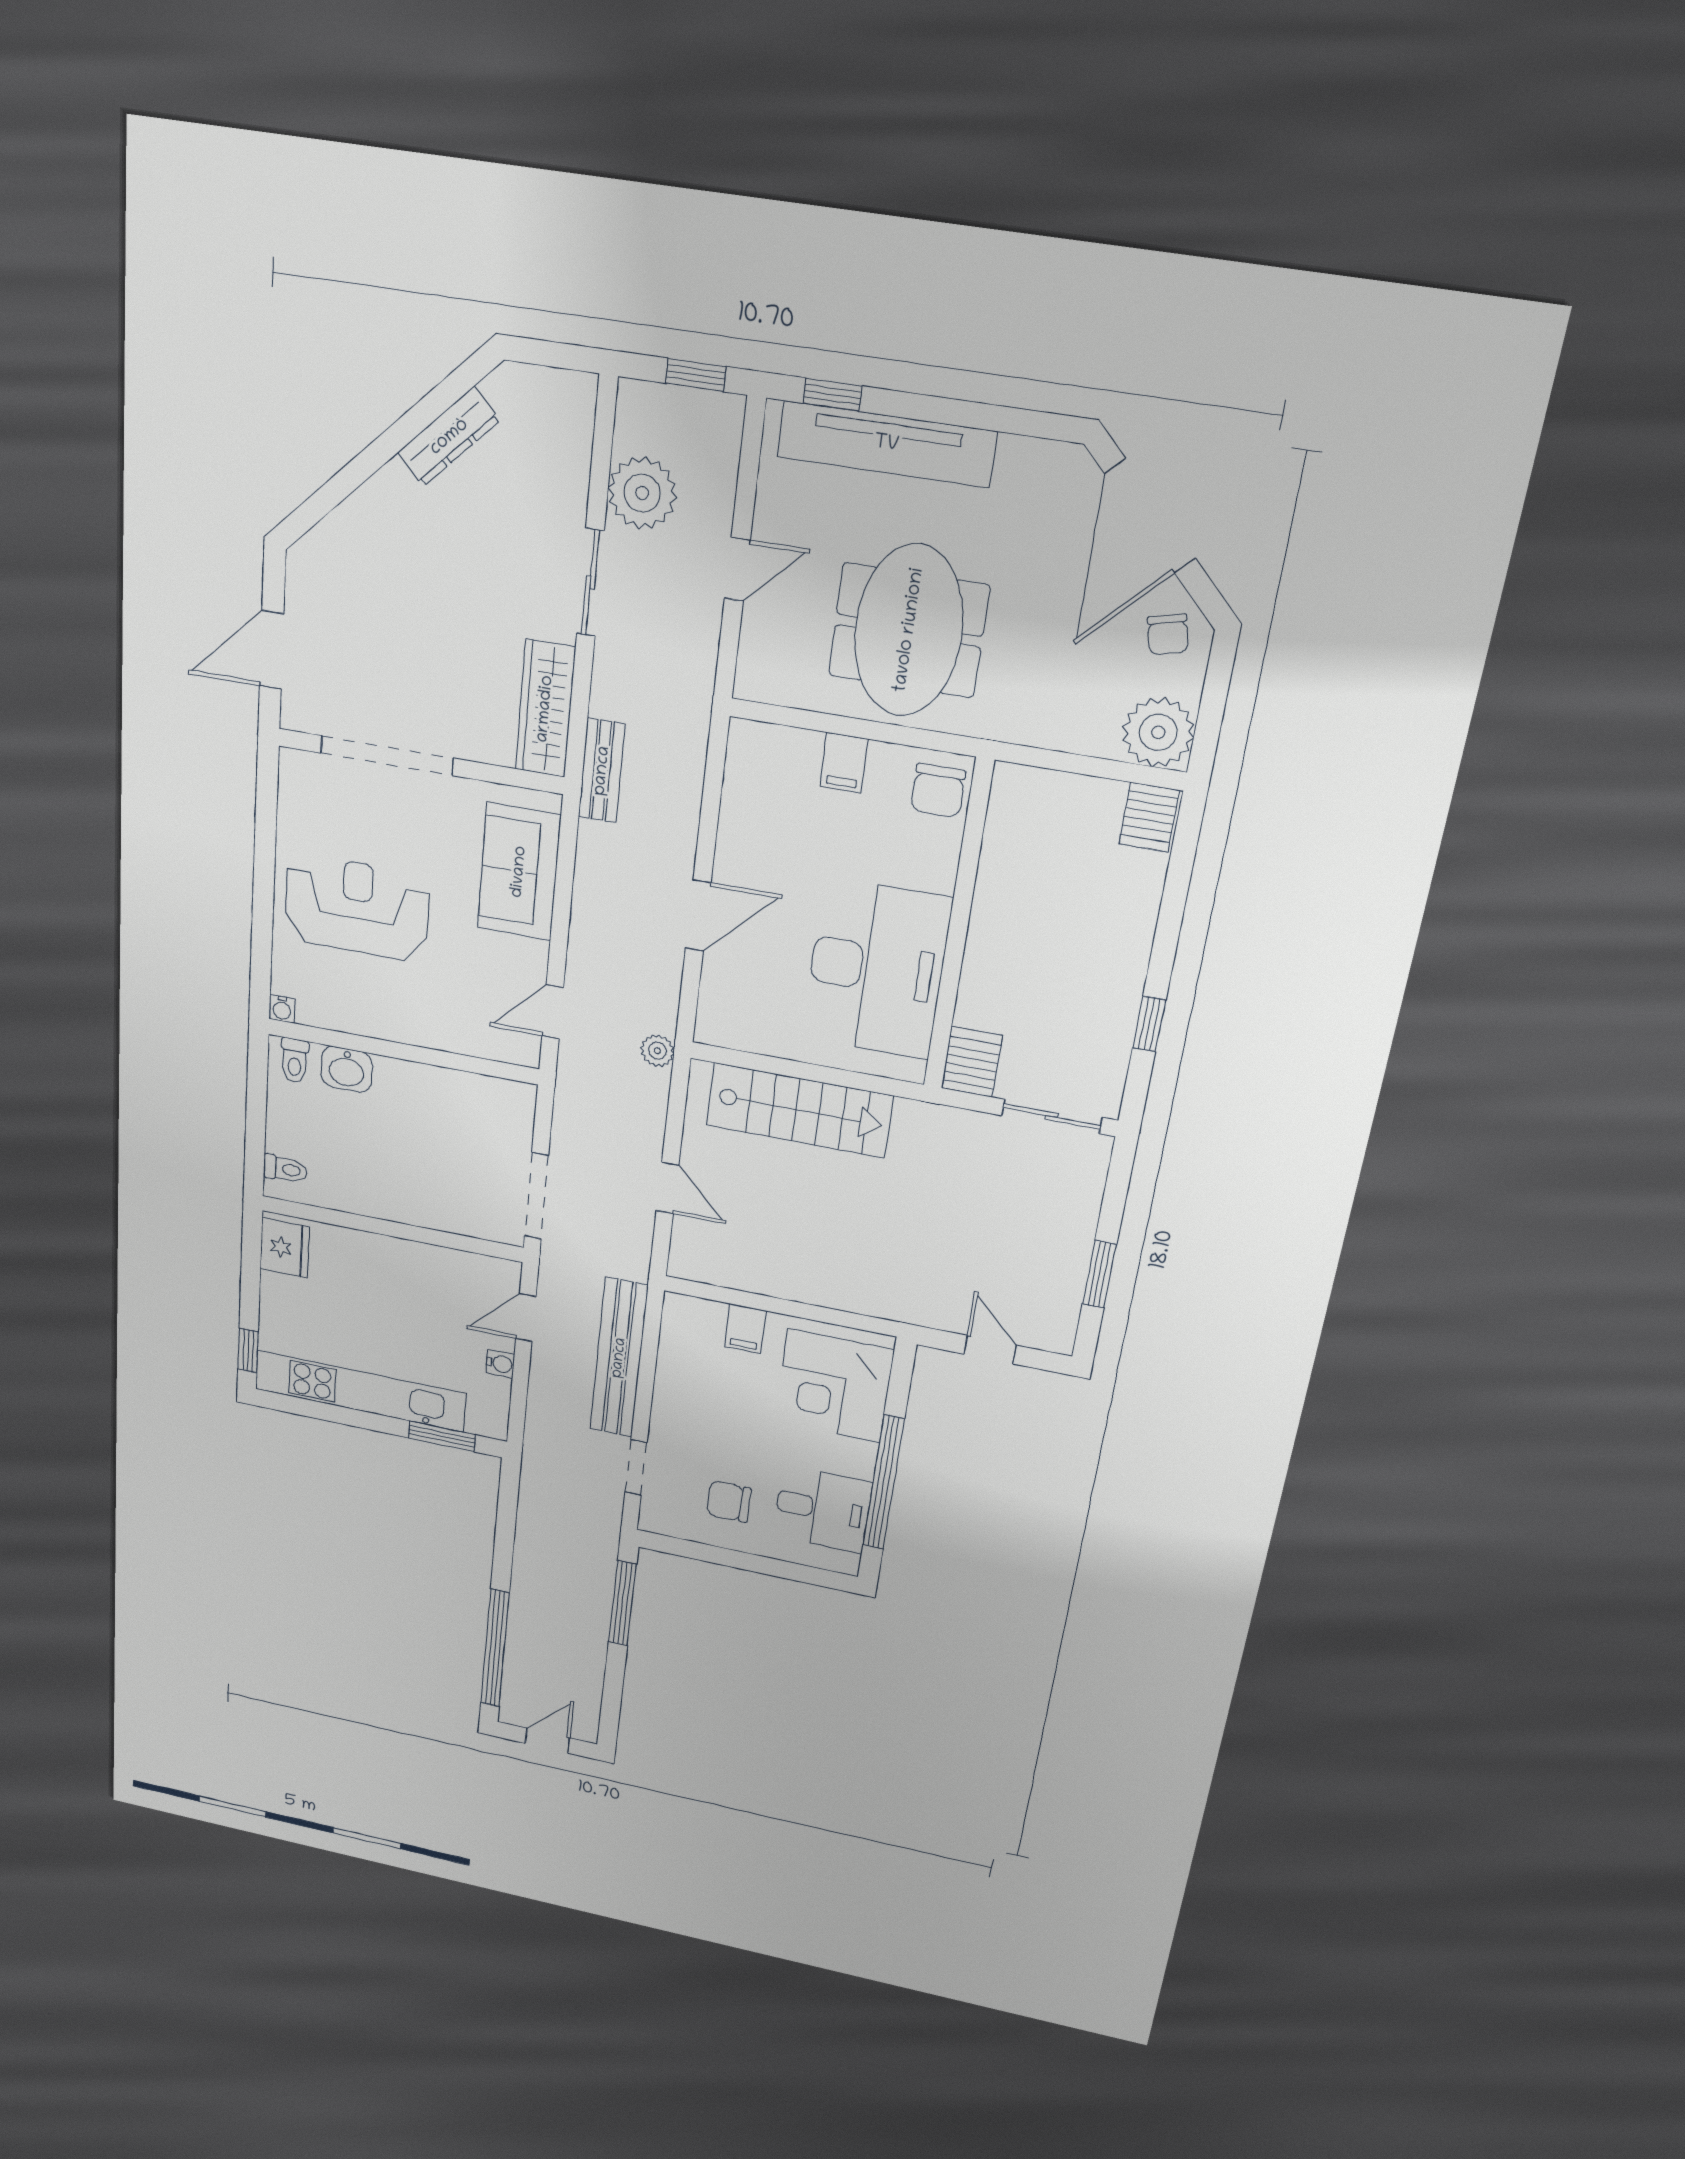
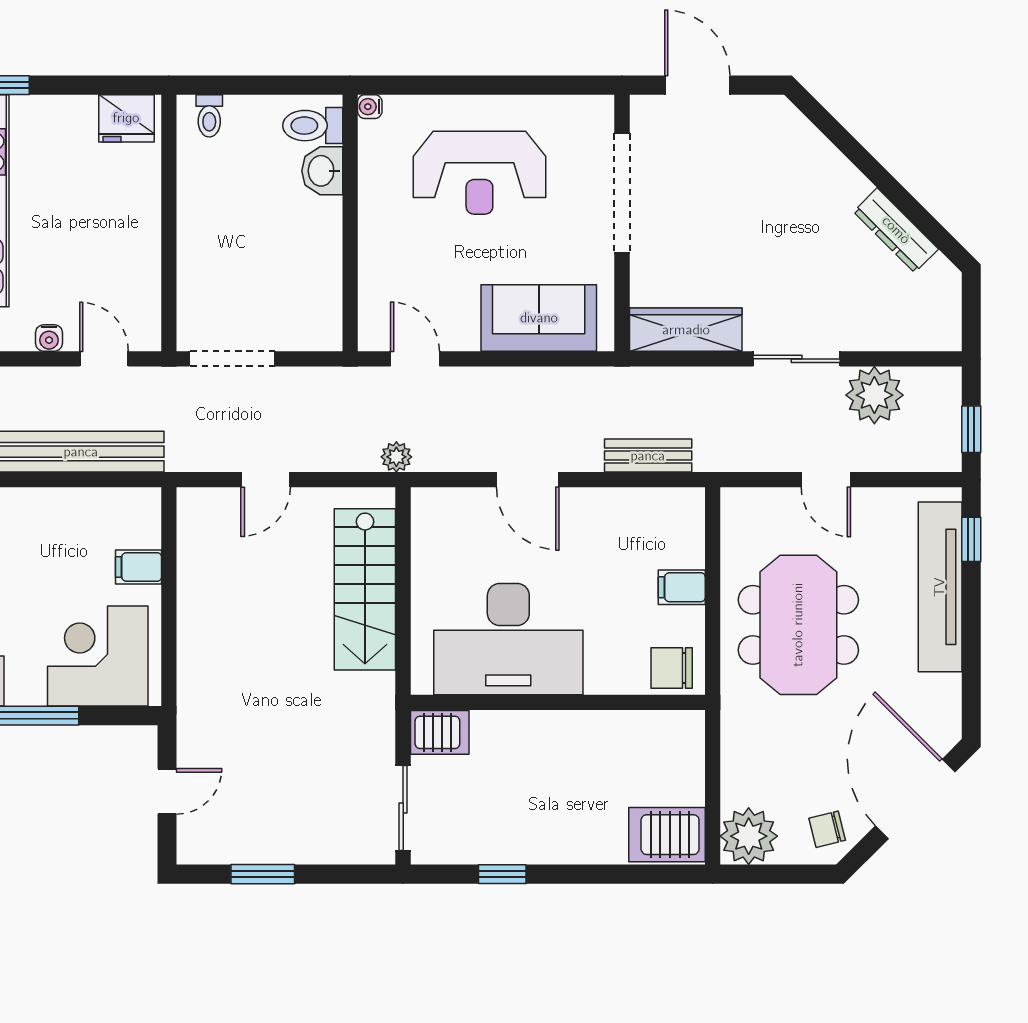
door: (1150, 516) -> (915, 799), hinge flipped
meeting table: (909, 630) -> (798, 625), turned 90
bench: (602, 771) -> (648, 456), moved
server rack: (1149, 817) -> (667, 835), width x1.36, depth x1.44
reception desk: (357, 908) -> (479, 173), turned 90
toilet: (295, 1061) -> (313, 126), width x1.37, depth x1.39

